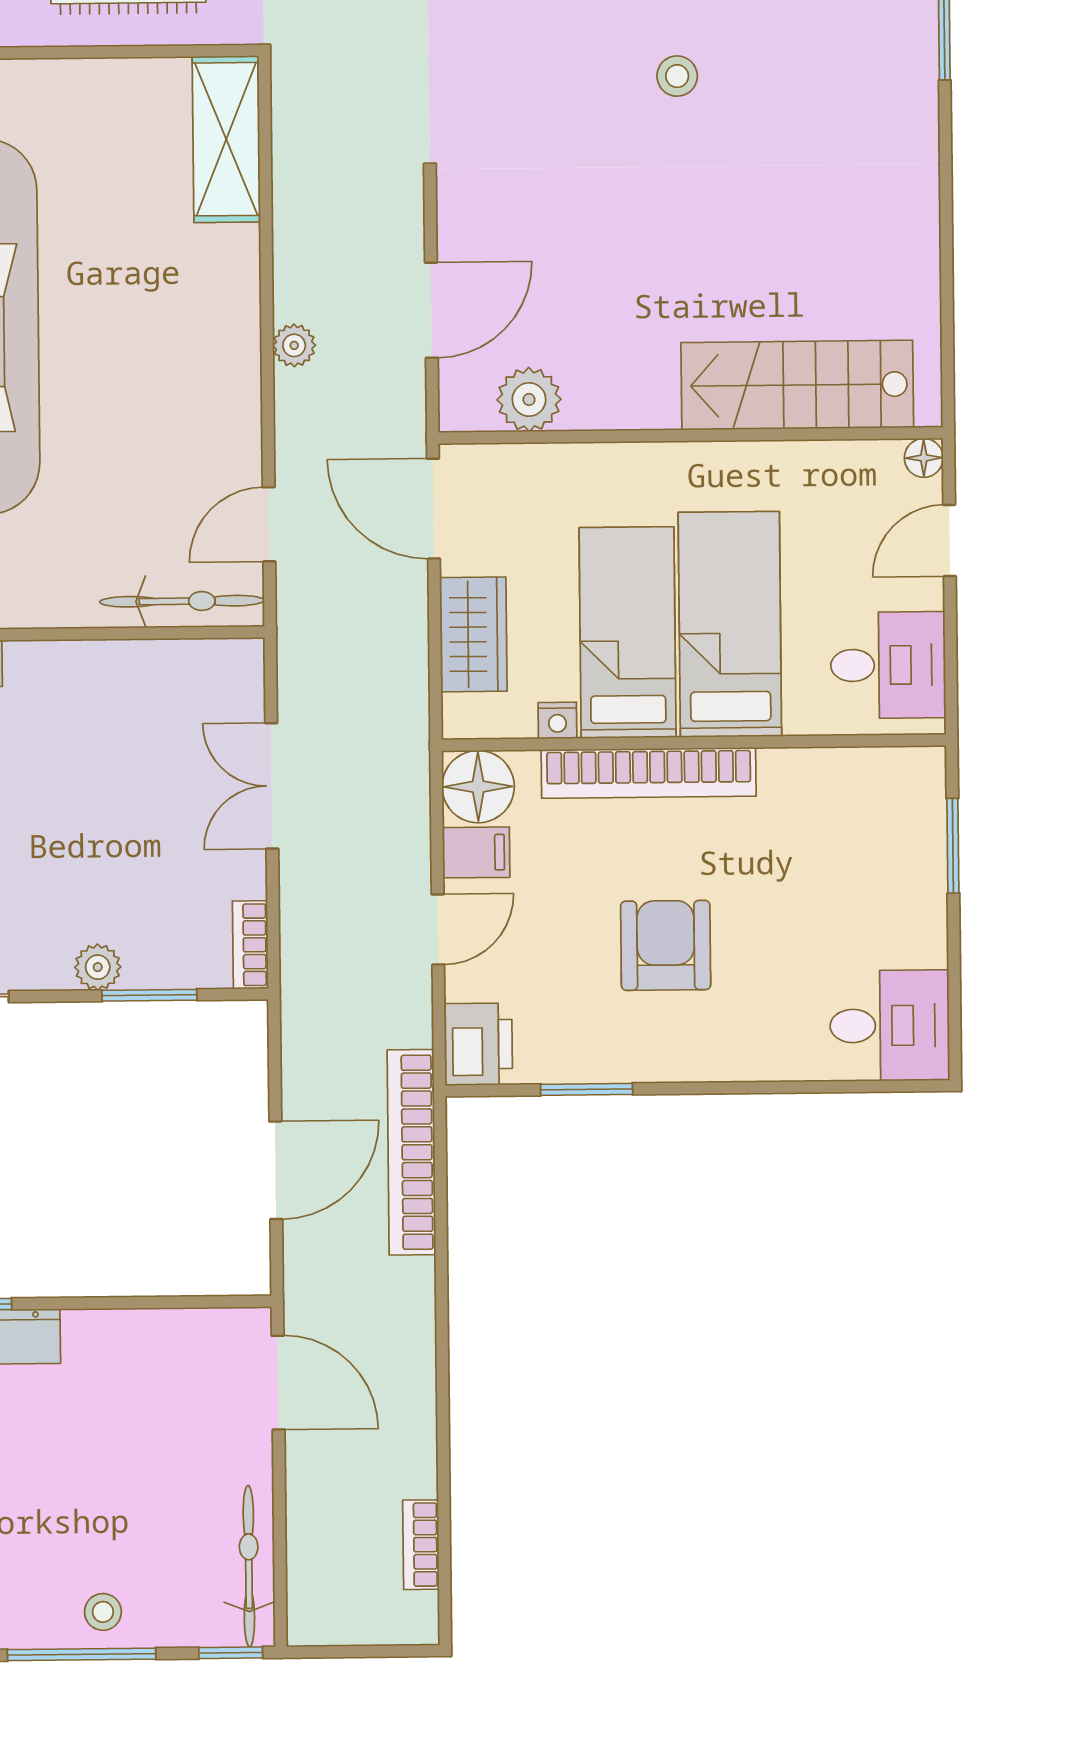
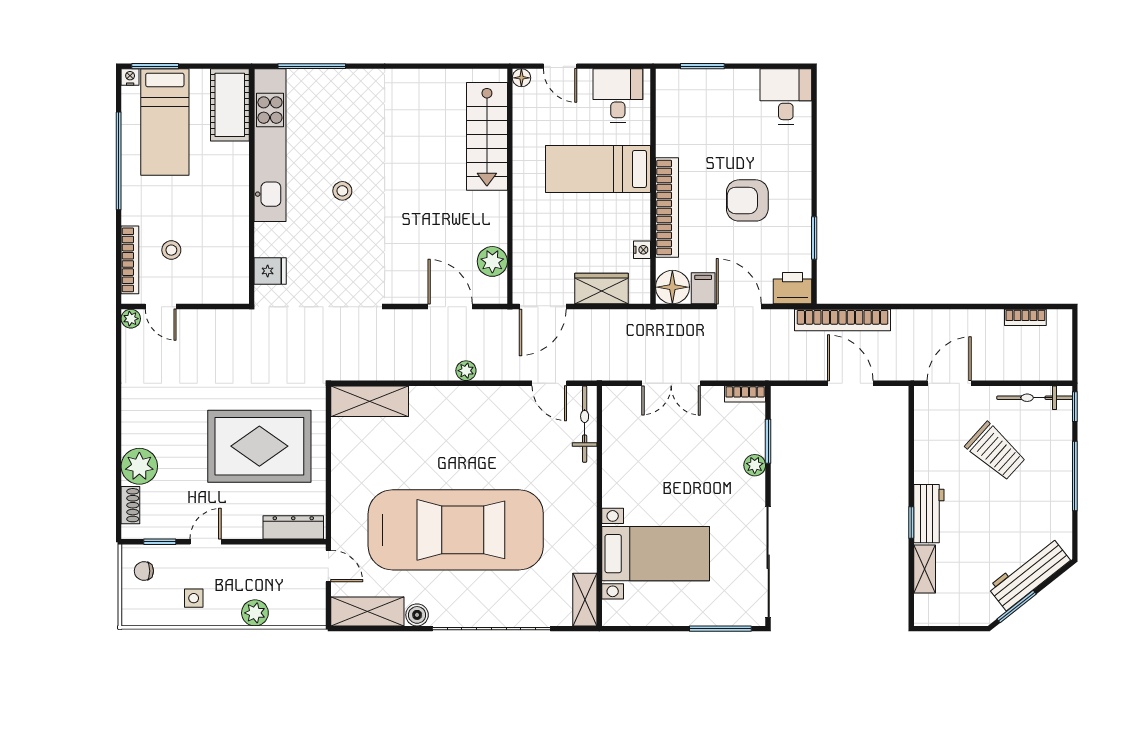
bed: (628, 632) -> (601, 217), removed
door: (438, 929) -> (739, 307), width x1.38
trolley: (133, 1484) -> (996, 451), added
stool: (103, 1612) -> (1055, 466), removed

